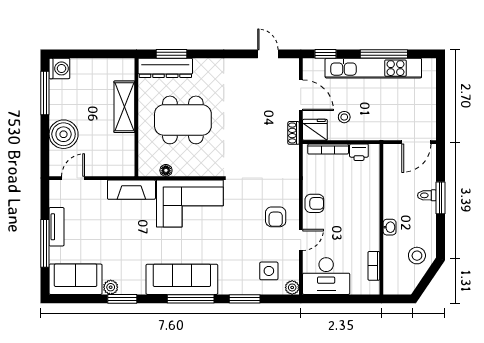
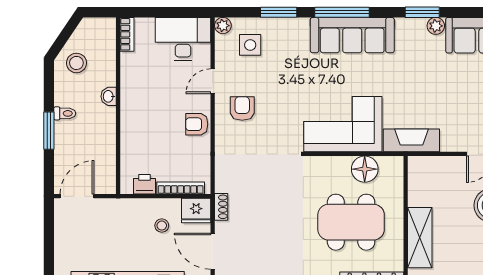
floor lamp: (166, 170) -> (365, 169), width x1.89, depth x1.89
toilet: (427, 195) -> (65, 113), moved
bookcase: (374, 266) -> (127, 34), moved

